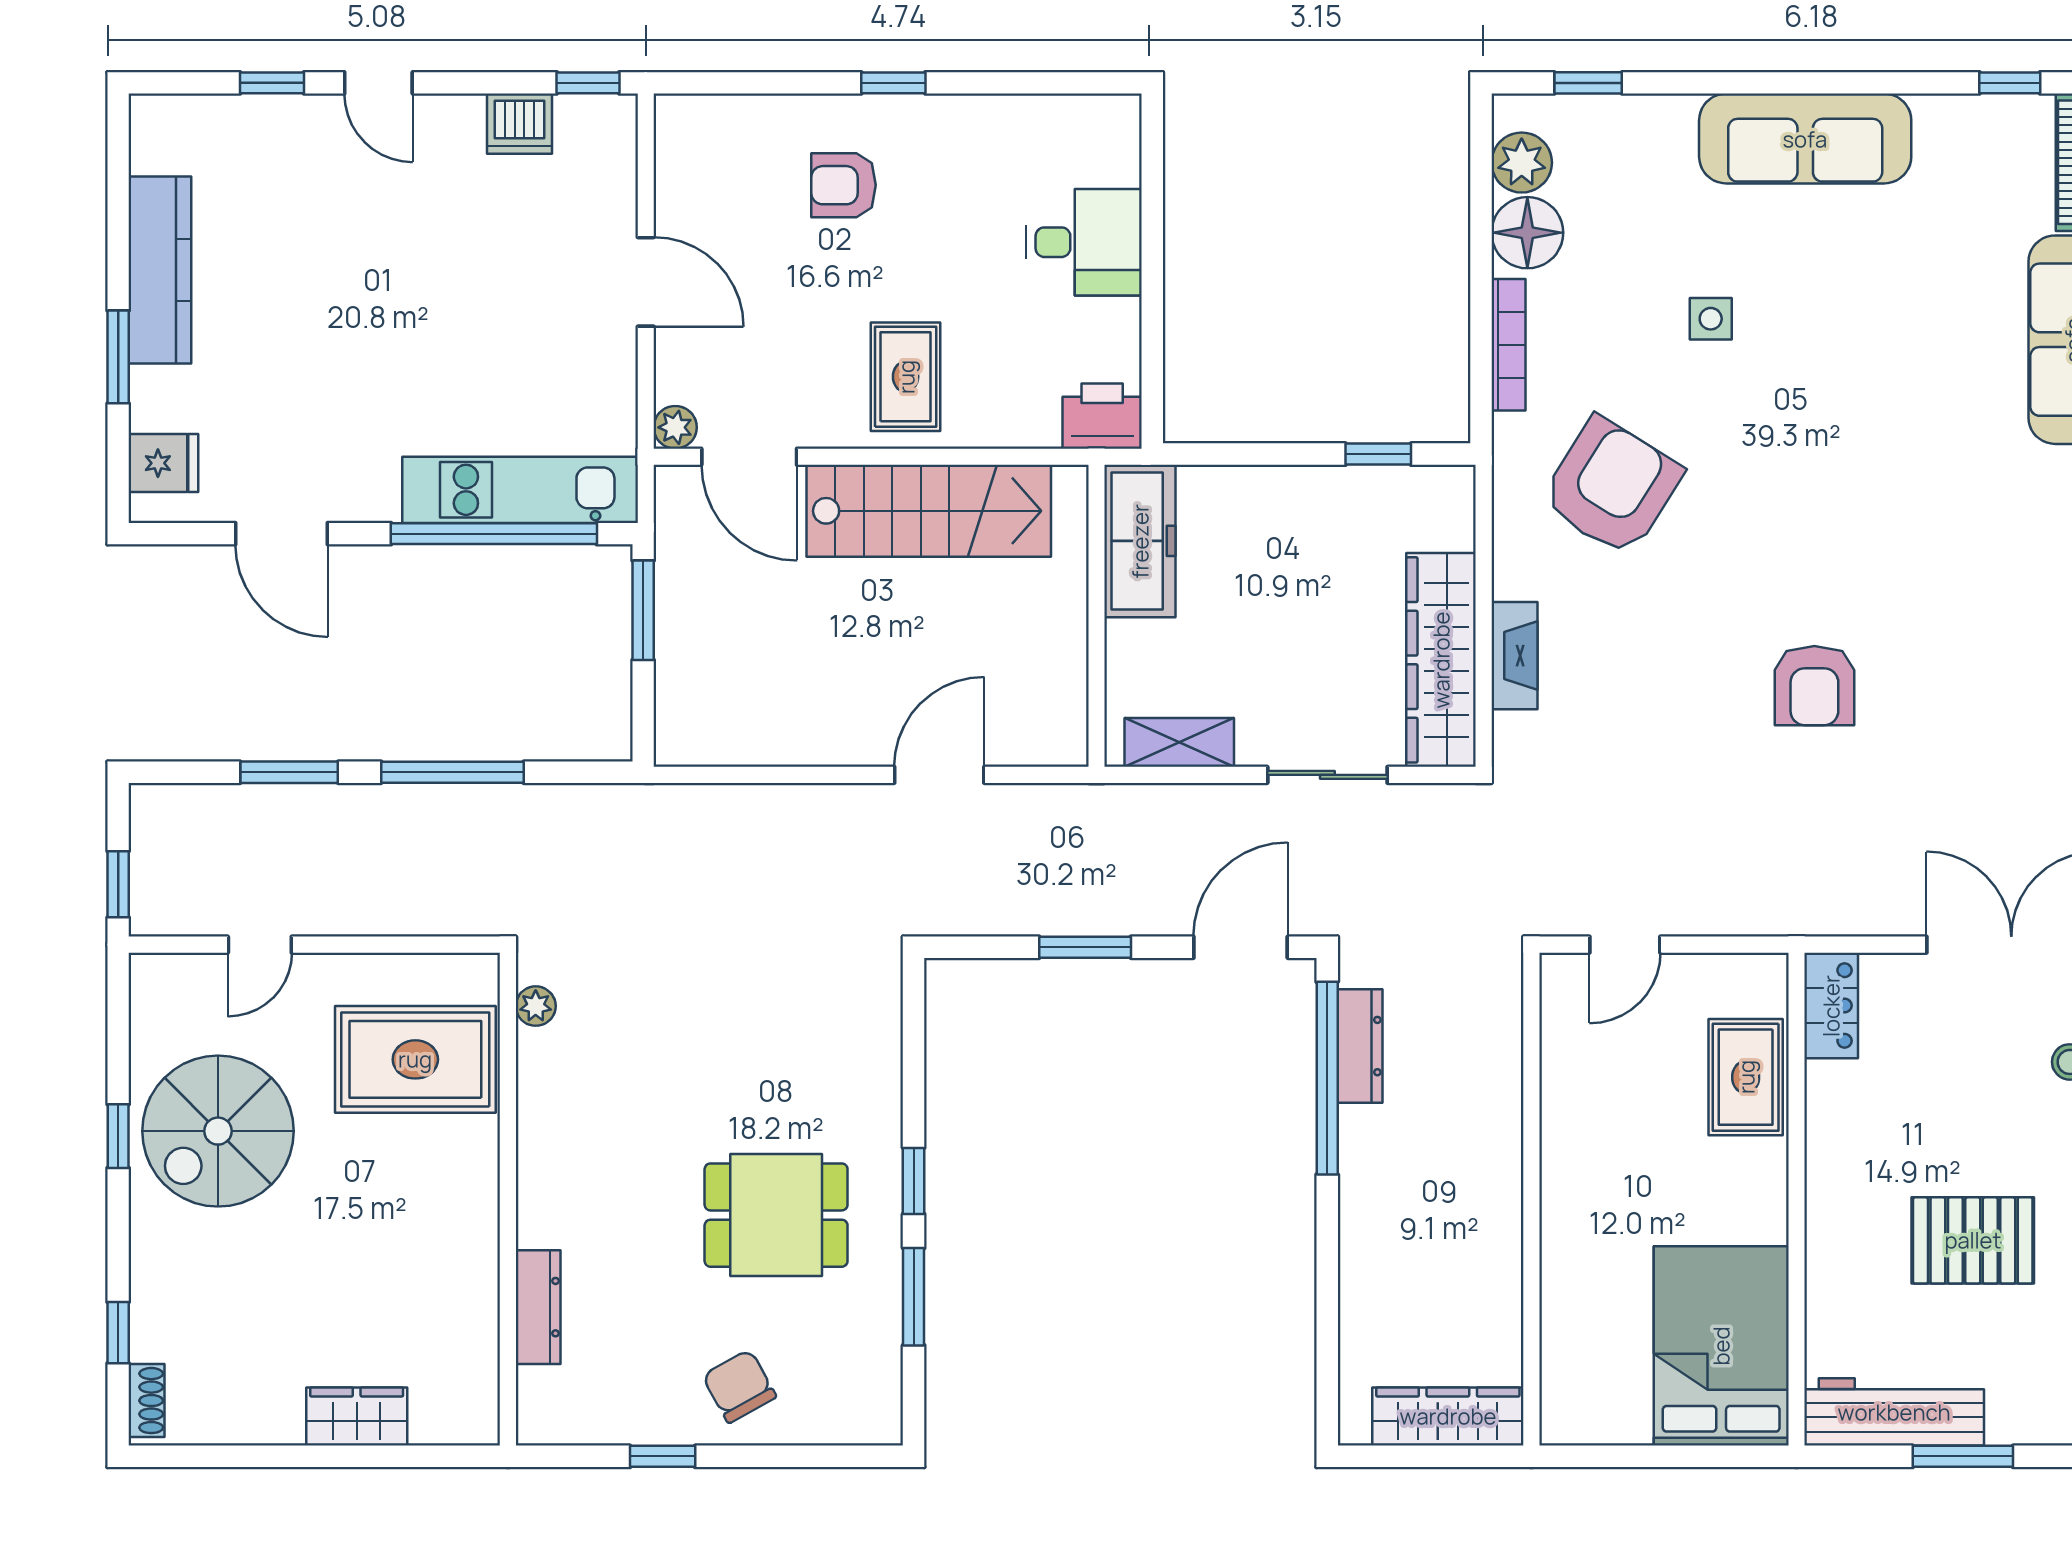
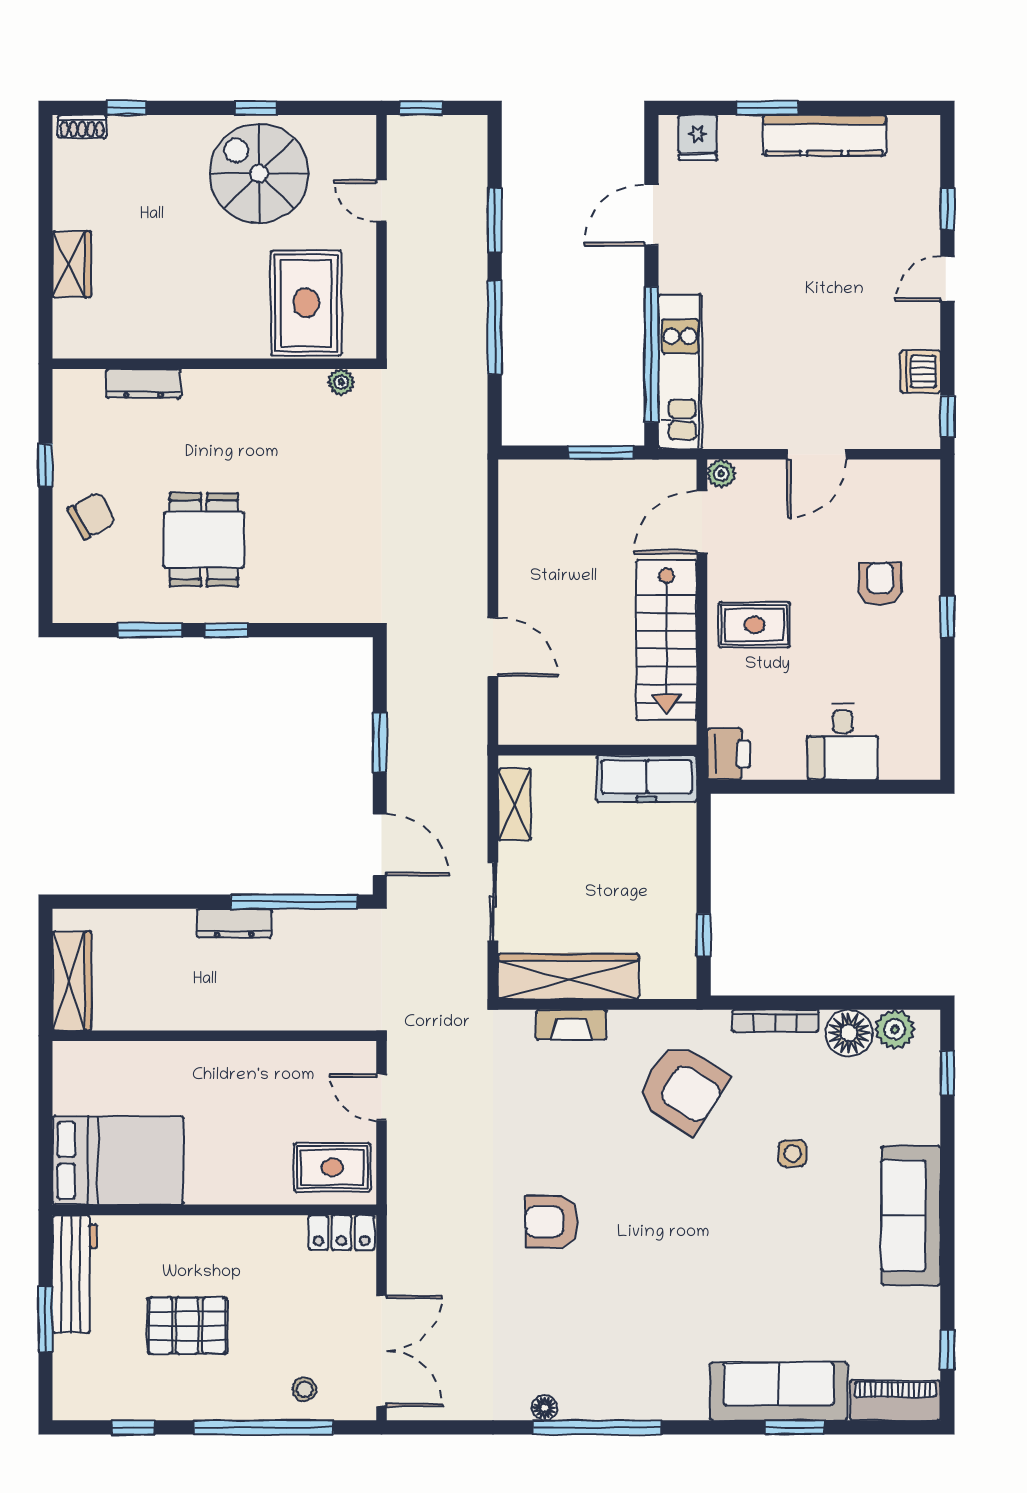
dresser: (1360, 1046) -> (234, 923), moved
rug: (1746, 1077) -> (332, 1167), moved
pallet: (1973, 1240) -> (187, 1326), turned 90

